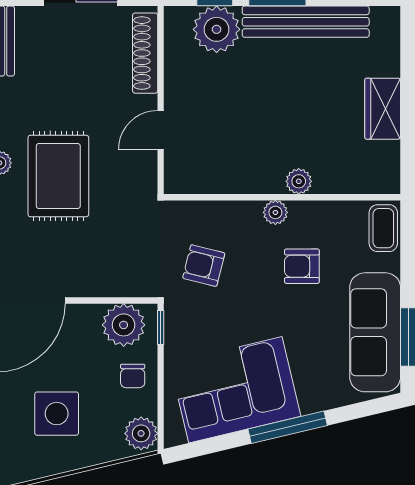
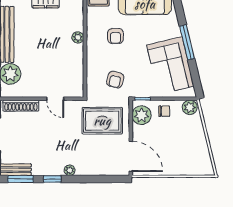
rug: (58, 176) -> (102, 121), moved
plant: (275, 212) -> (92, 48), removed
side table: (57, 414) -> (181, 145), removed

